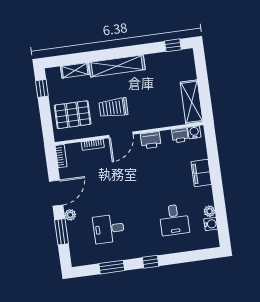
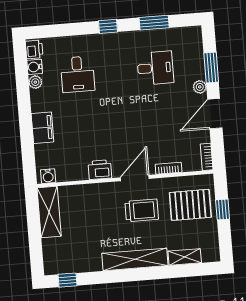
window: (42, 88) -> (223, 210), moved
printer: (180, 135) -> (34, 49), moved, turned 90
desk: (174, 220) -> (78, 74), turned 180

